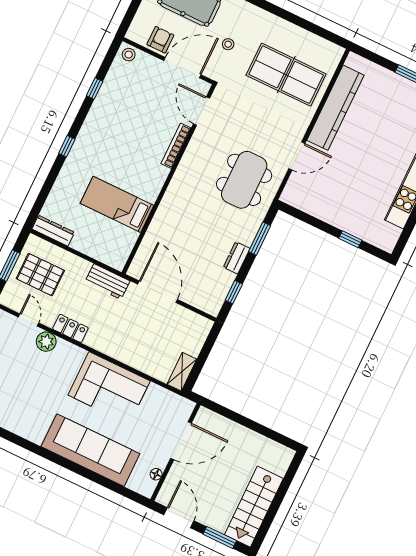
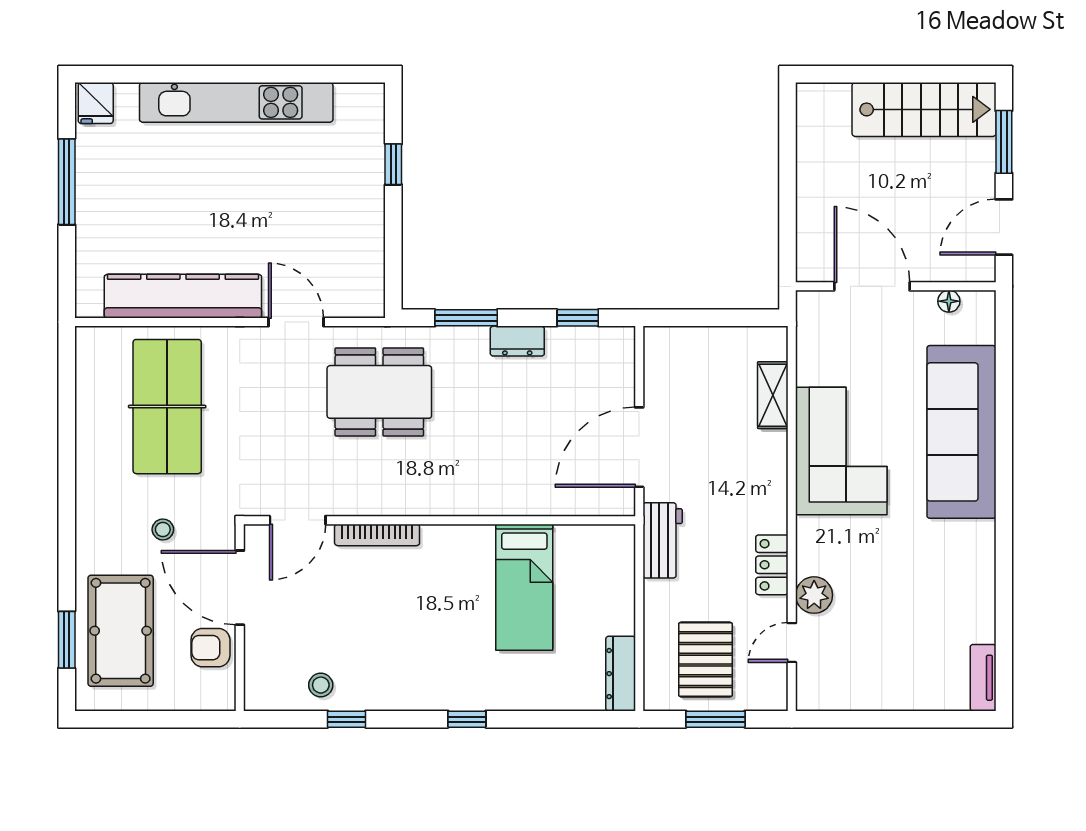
stool: (129, 55) -> (321, 685), moved
shelving: (182, 372) -> (773, 395), moved, turned 90

